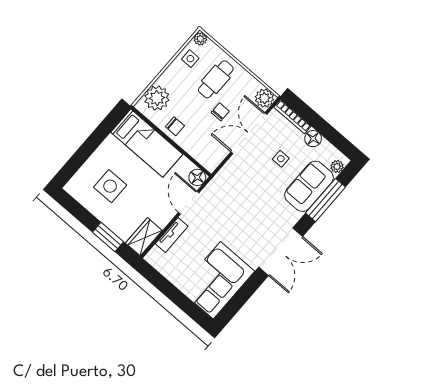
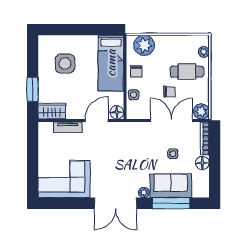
plant: (200, 39) -> (204, 52), moved
side table: (190, 59) -> (134, 95), moved
plant: (337, 167) -> (144, 192), moved

